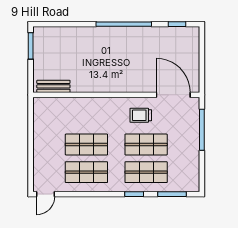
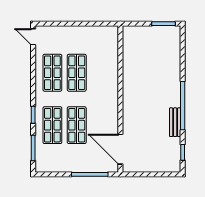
bench: (53, 86) -> (175, 122), moved
door: (173, 95) -> (120, 149), swing flipped
trolley: (141, 115) -> (102, 121), removed

